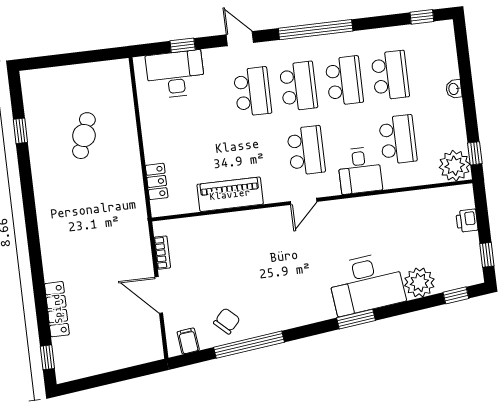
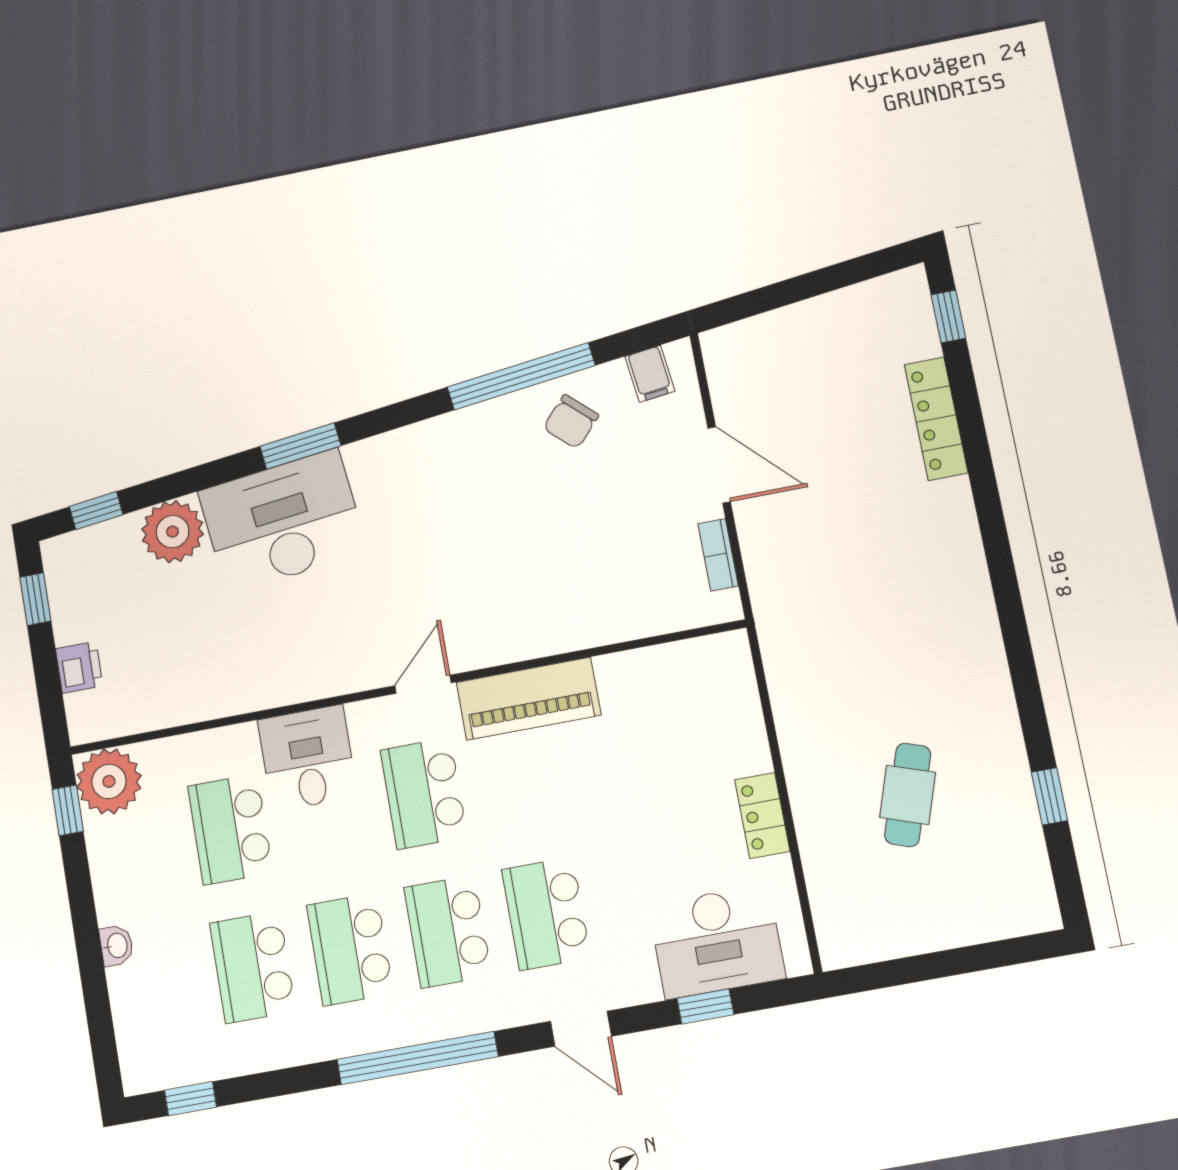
locker: (157, 181) -> (762, 816), moved
piano: (230, 194) -> (529, 699), moved

